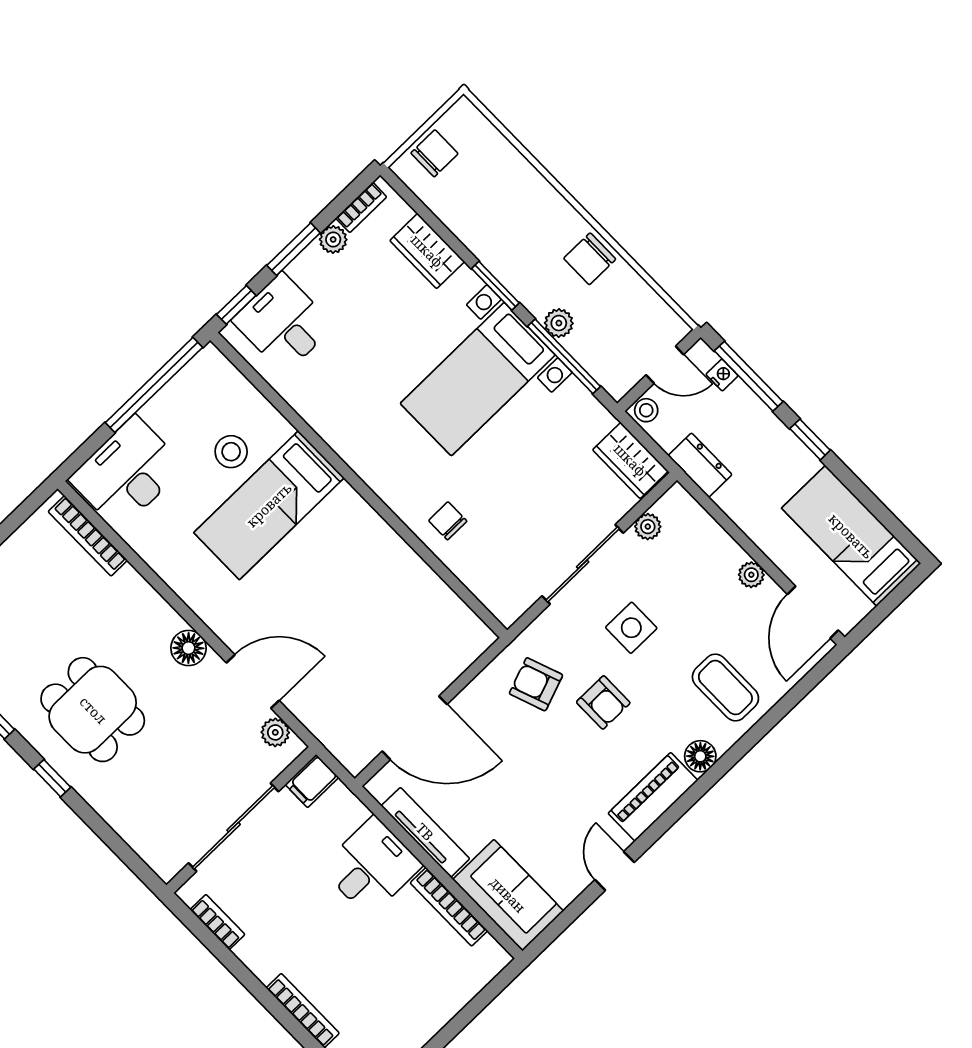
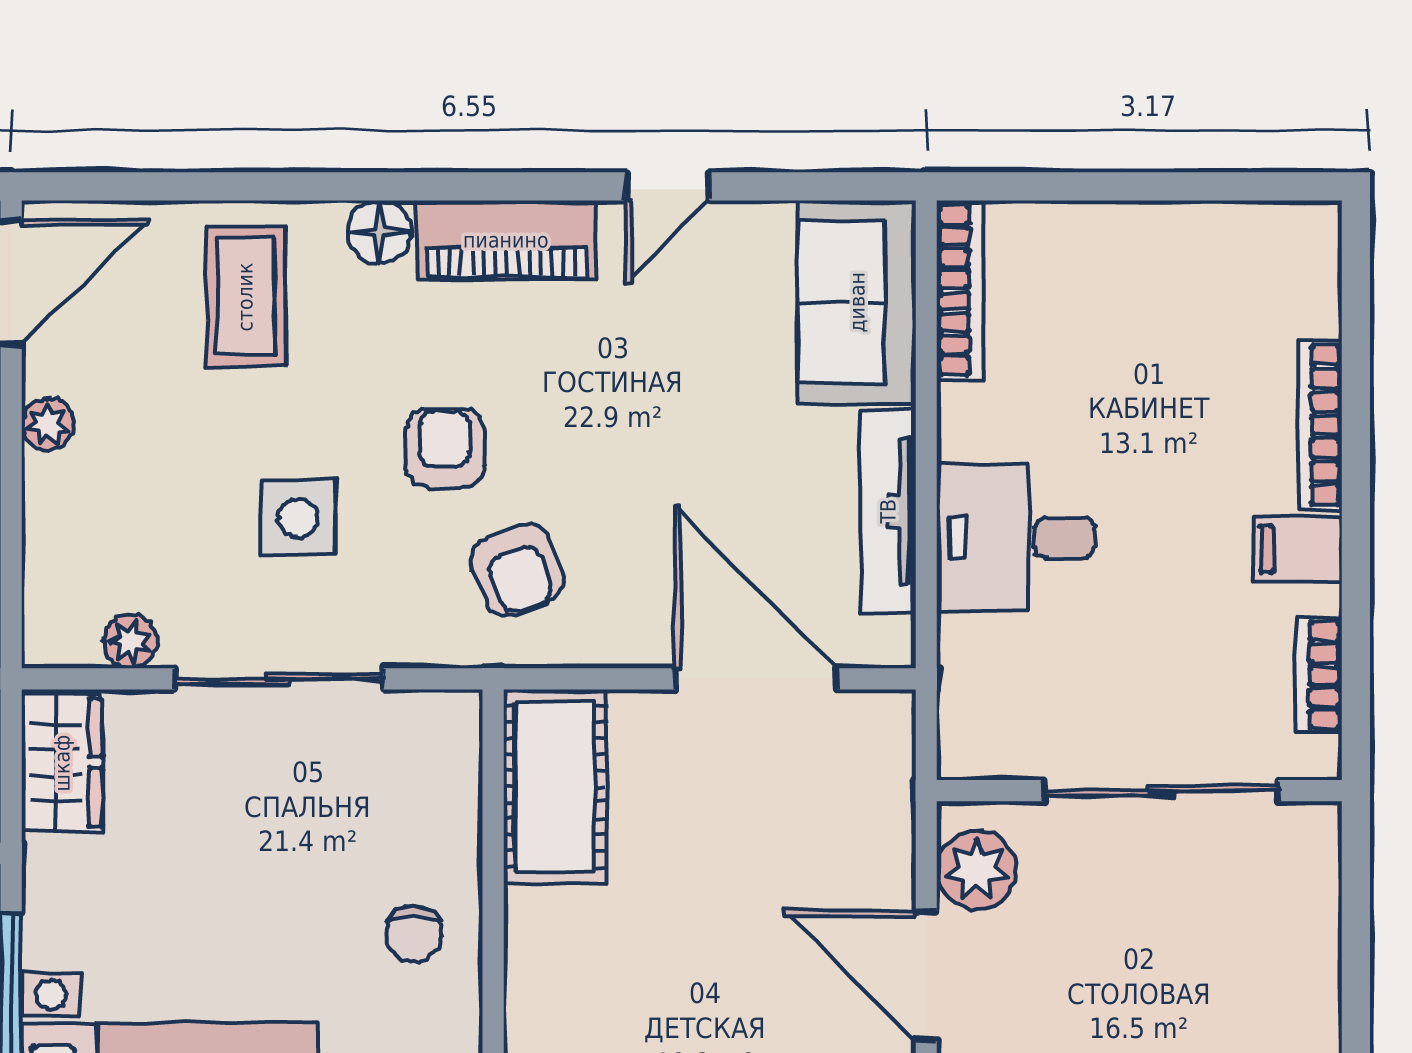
cot: (449, 621) -> (555, 786), added
plant: (275, 732) -> (977, 870), width x1.38, depth x1.38
filing cabinet: (312, 781) -> (1298, 549), moved, turned 180
bookcase: (449, 907) -> (960, 290), moved

